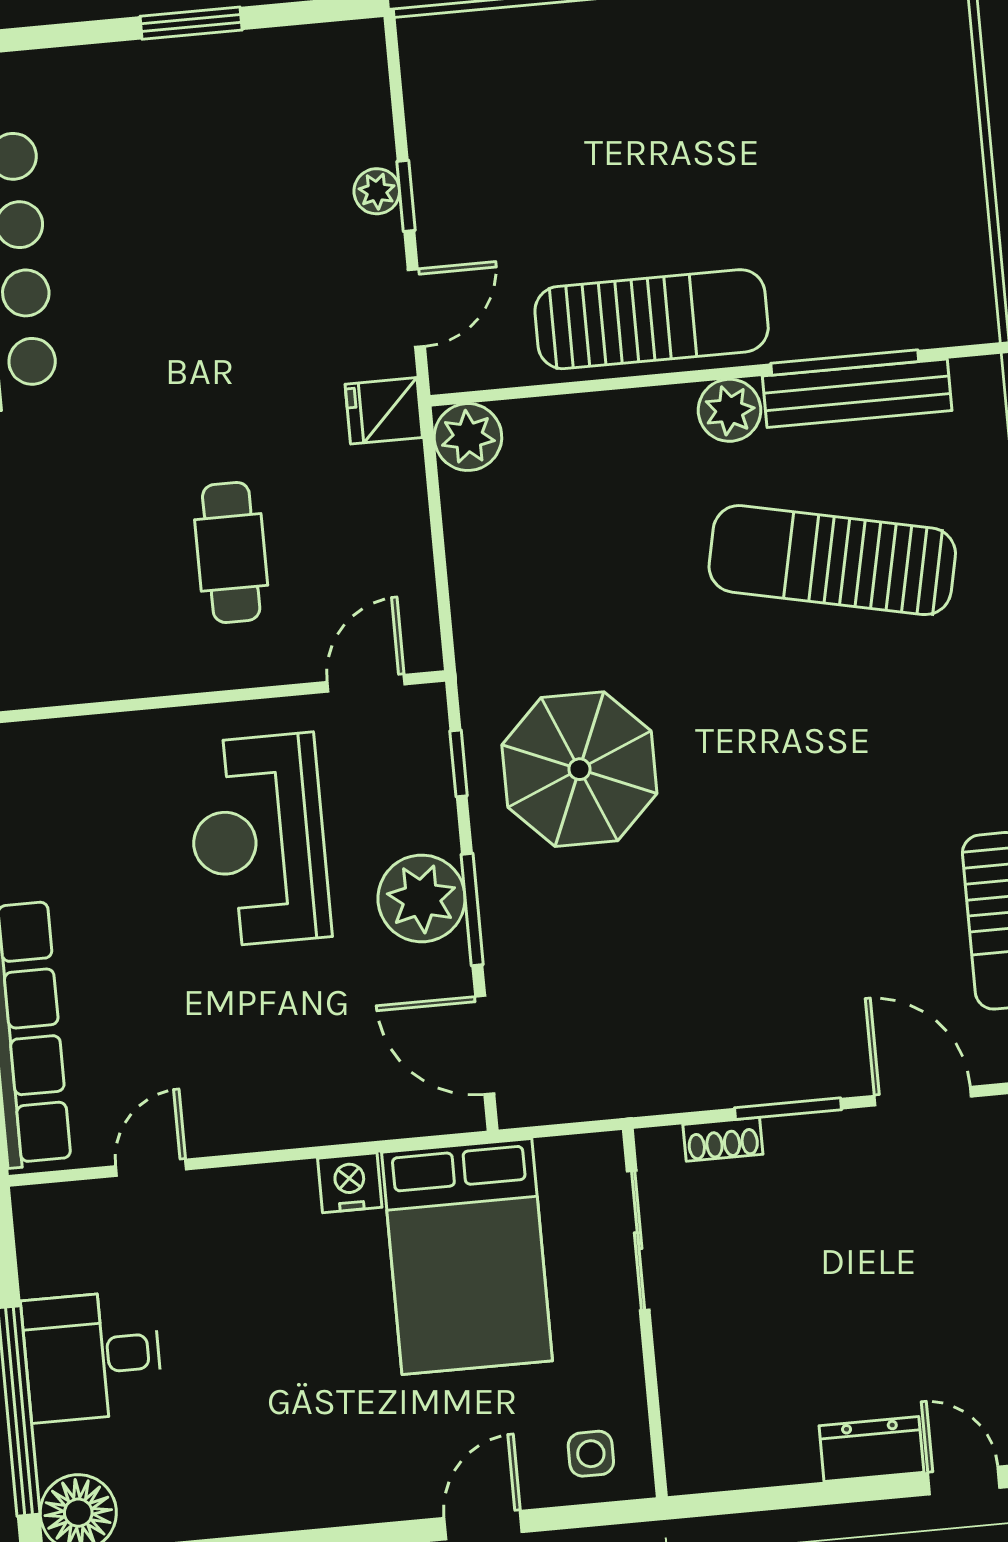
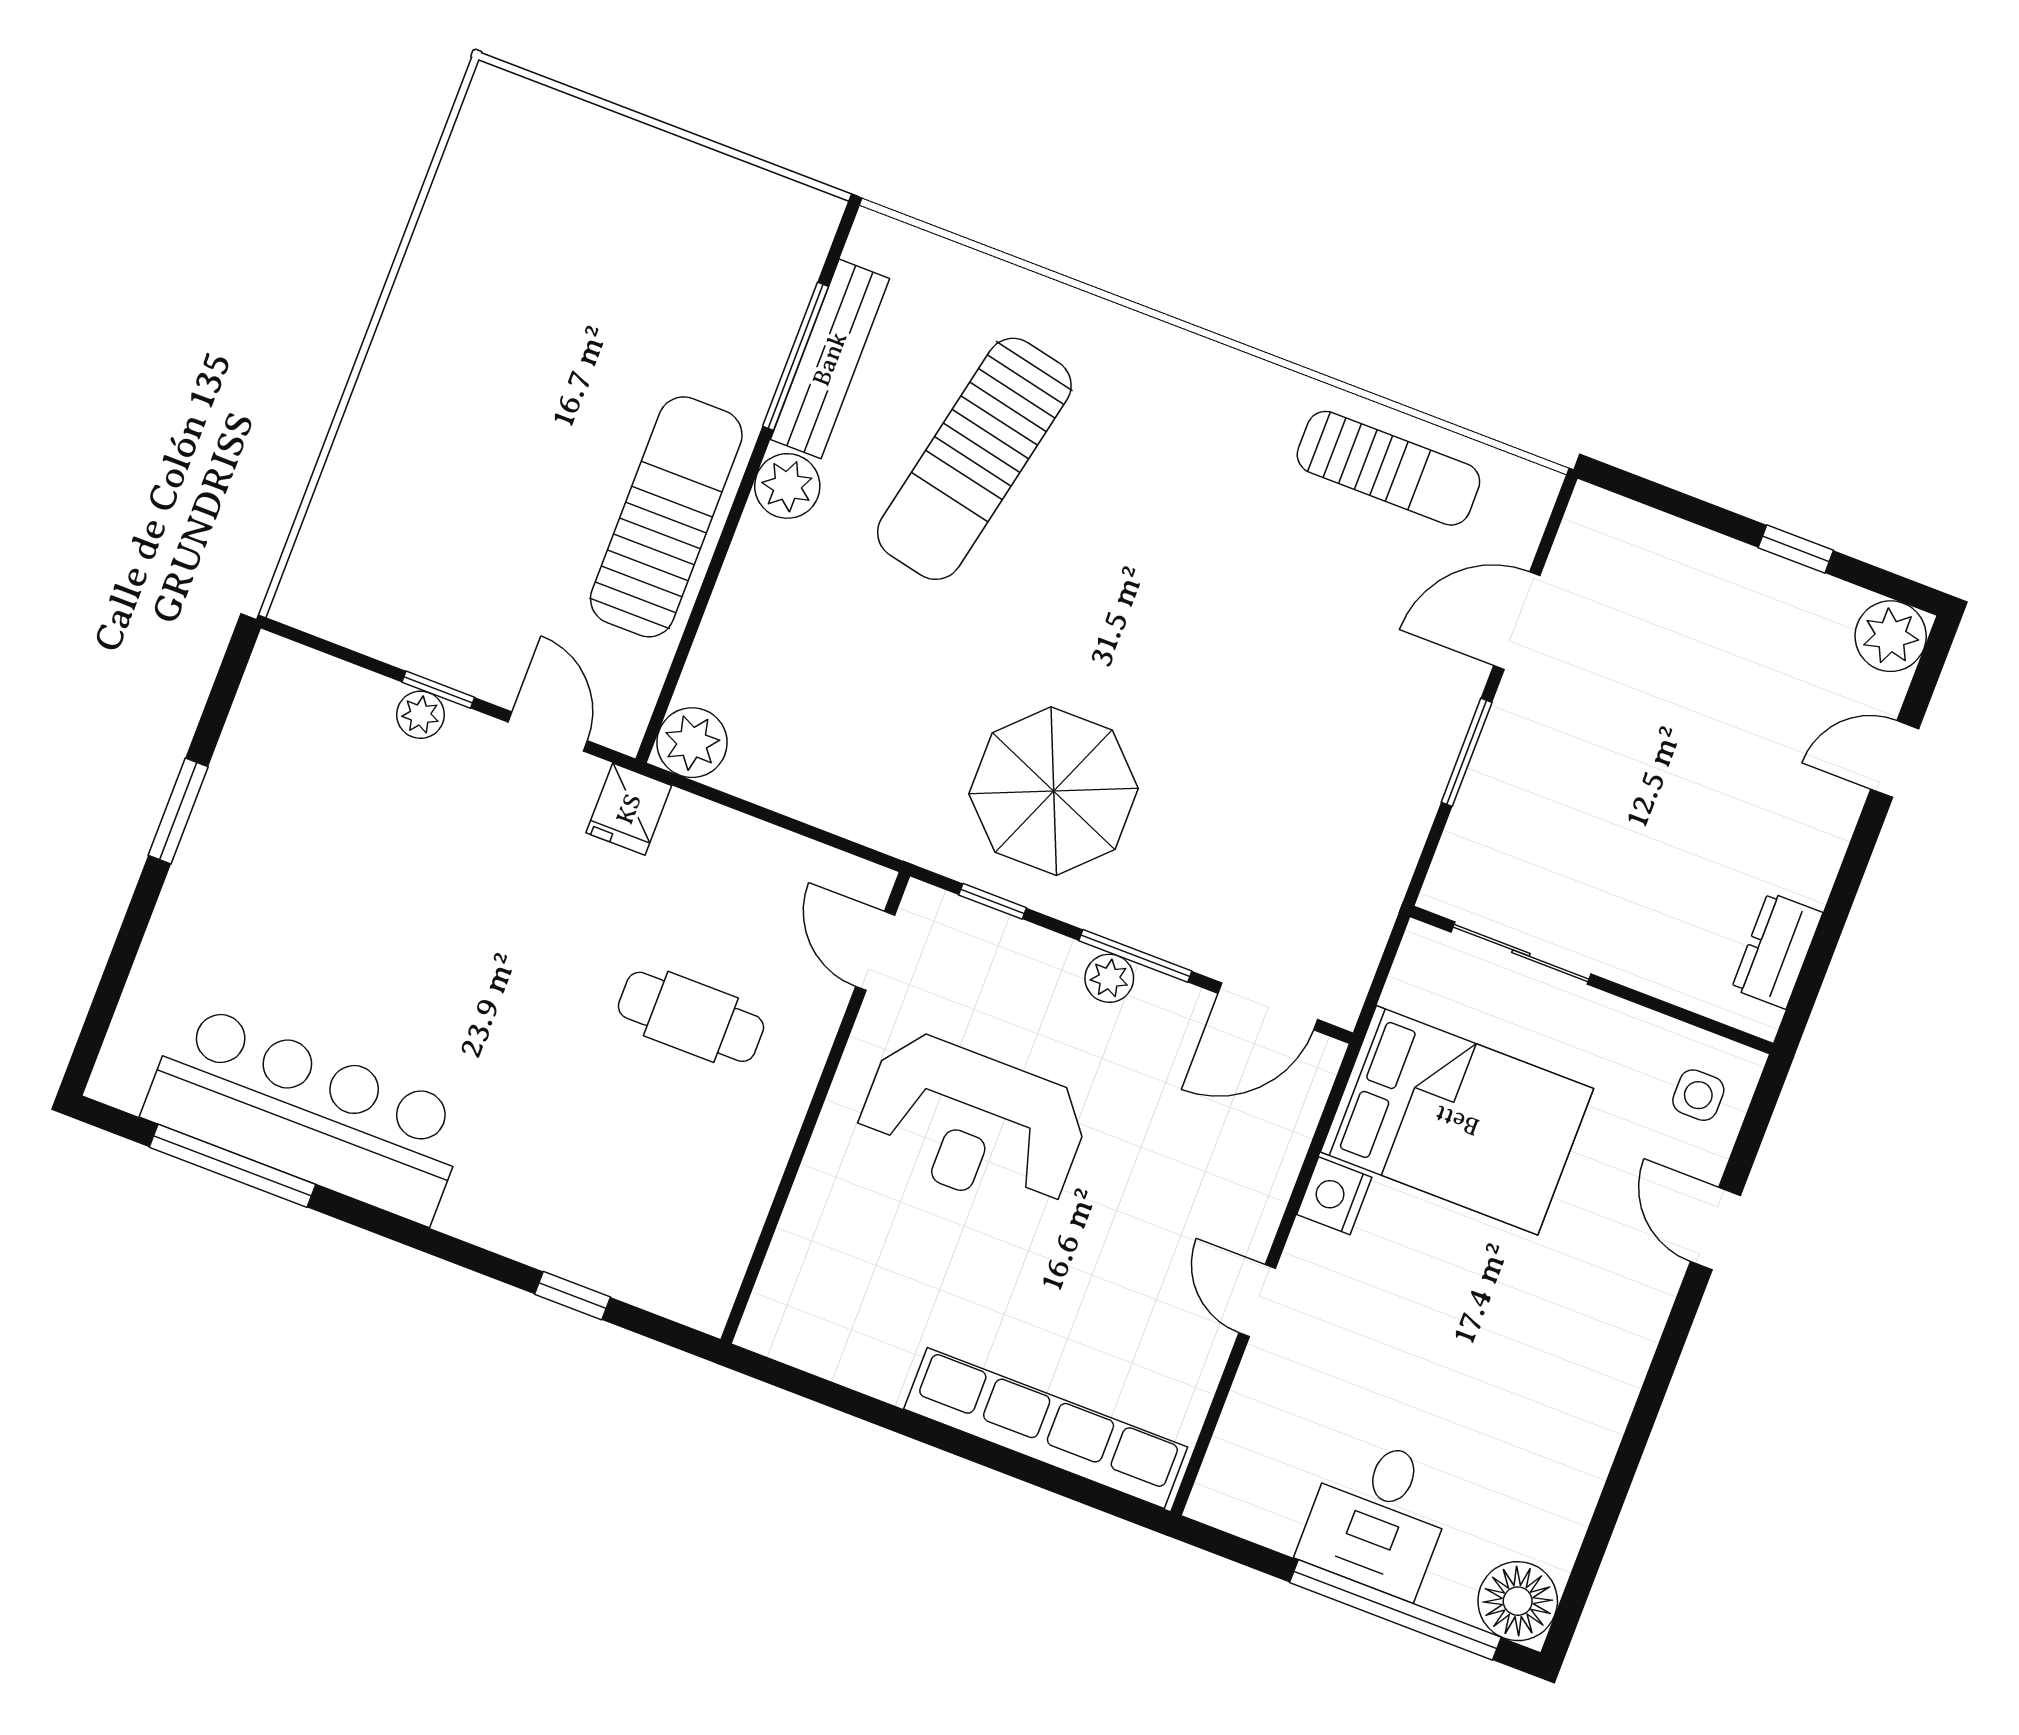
plant: (422, 898) -> (1109, 978), width x0.53, depth x0.53
shoe rack: (723, 1139) -> (1465, 827), removed
door: (151, 1168) -> (1257, 1301), moved
dresser: (871, 1449) -> (1777, 951), moved

